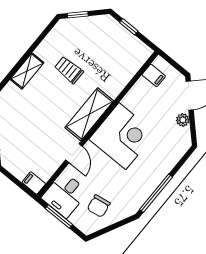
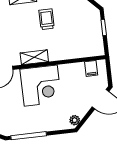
shelving: (89, 114) -> (34, 57), width x0.67, depth x0.75
plant: (183, 120) -> (75, 120), moved

